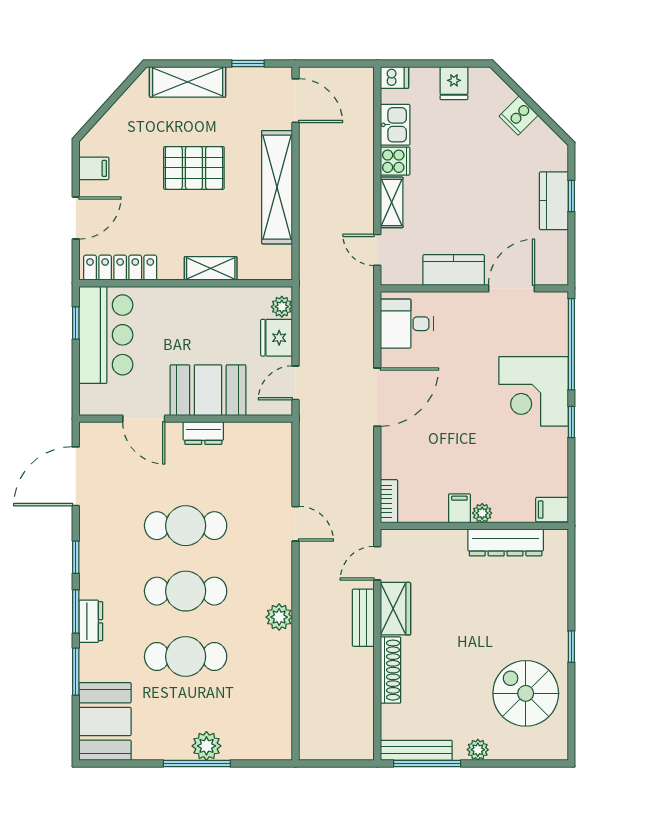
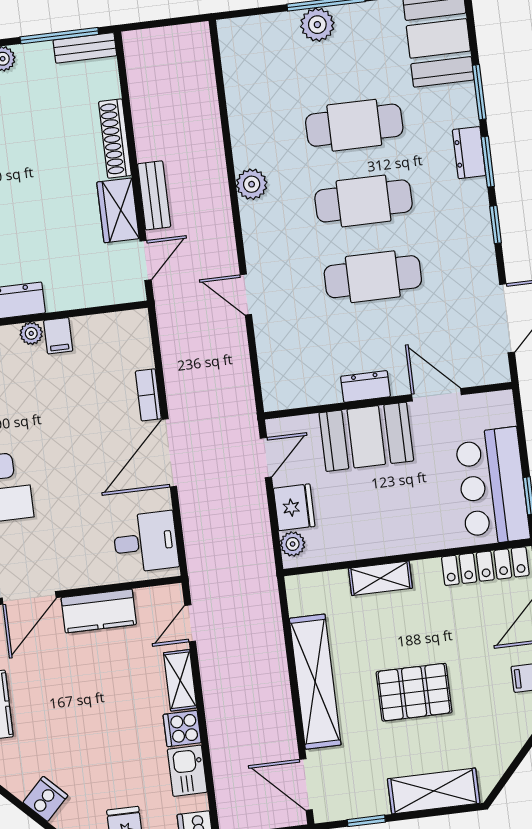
door: (377, 250) -> (190, 623), swing flipped
bookcase: (389, 501) -> (148, 395), moved
bench: (416, 750) -> (85, 48), width x0.73

